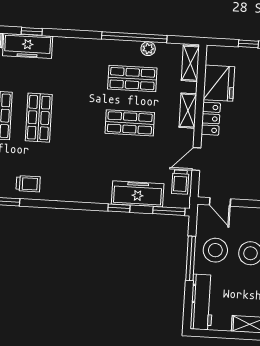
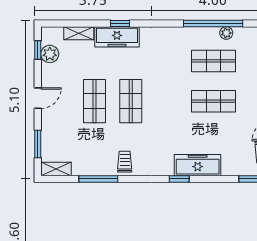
trolley: (28, 184) -> (125, 162), turned -90
freezer: (138, 194) -> (198, 165), moved
window: (119, 208) -> (179, 179), moved

